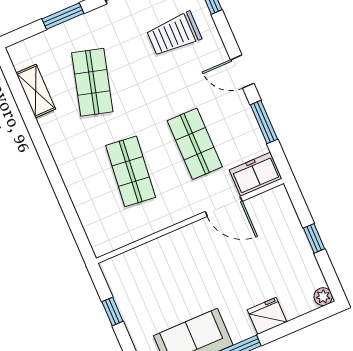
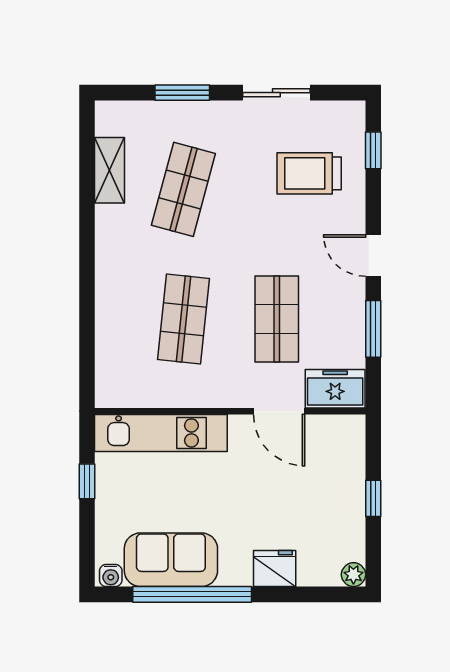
kitchen unit: (149, 256) -> (161, 433), added

